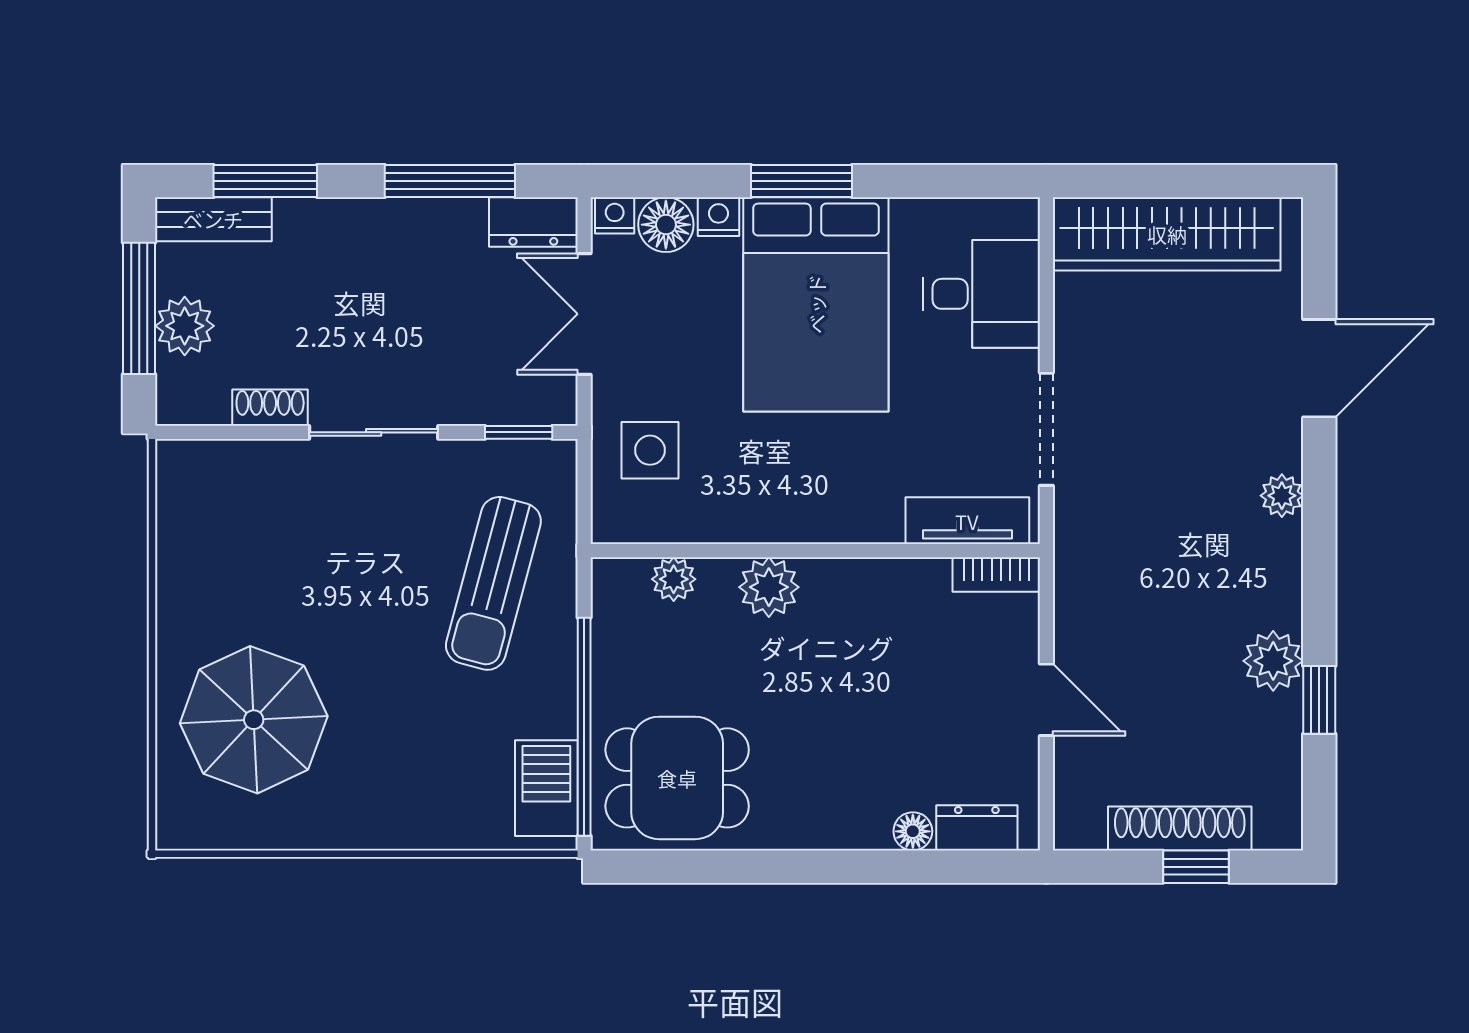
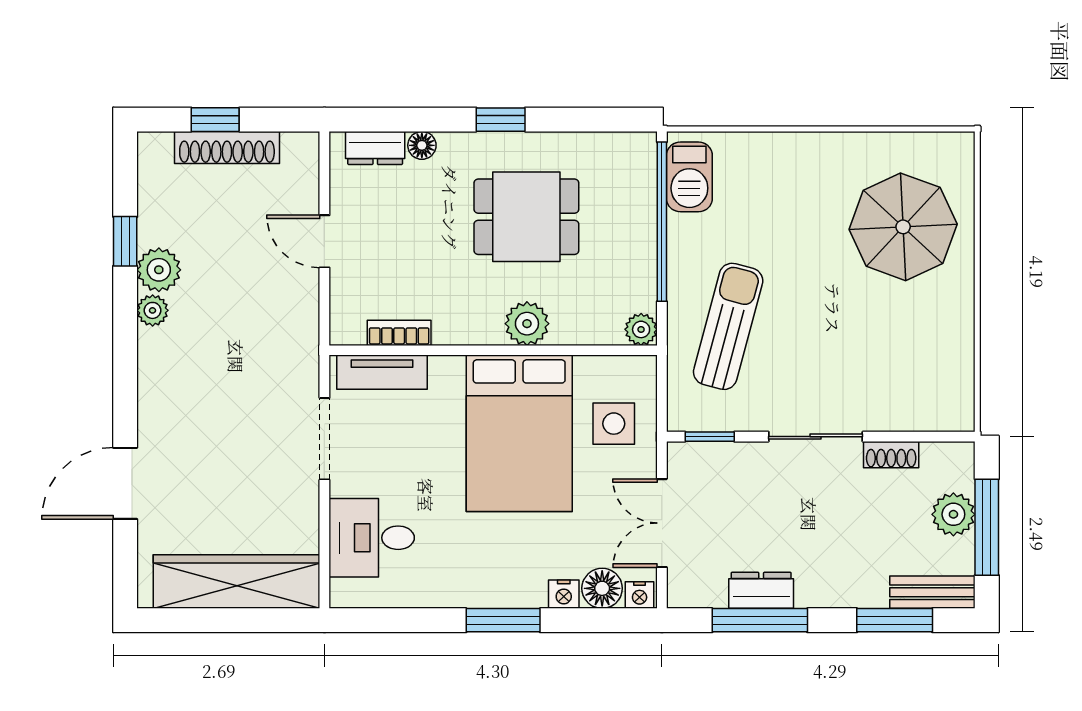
dresser: (533, 222) -> (761, 590), moved
bed: (816, 304) -> (519, 433), moved, turned 180
double door: (584, 314) -> (662, 523), swing flipped
plant: (1282, 496) -> (153, 310), moved
bookcase: (996, 575) -> (399, 333), moved
plant: (674, 579) -> (641, 329), moved
dining table: (677, 778) -> (526, 217), moved
window: (805, 867) -> (501, 120), added

